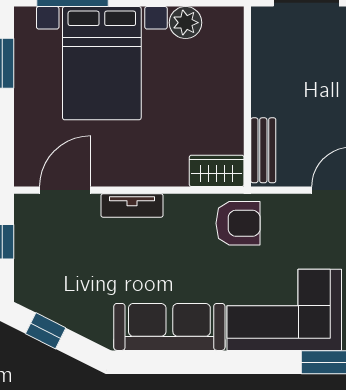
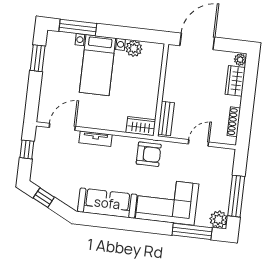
bed with nightstands: (102, 63) -> (97, 65), width x0.73

